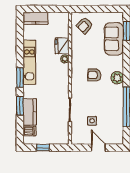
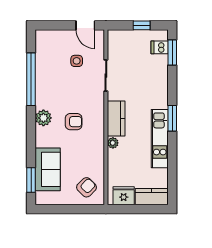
fridge: (62, 46) -> (124, 196), moved, turned -90
window: (20, 106) -> (172, 53), moved
kitchen counter: (30, 112) -> (116, 119), moved, turned 180
door: (99, 148) -> (85, 25), moved

